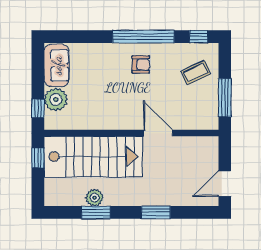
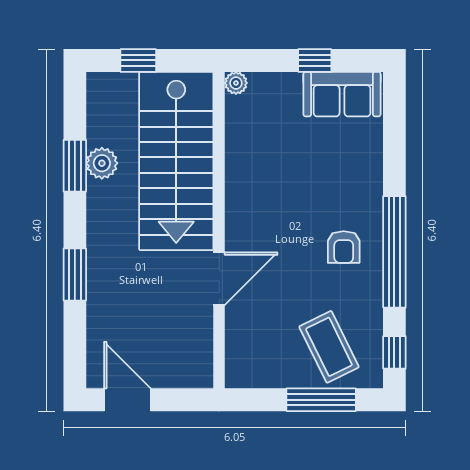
coffee table: (196, 73) -> (329, 347), width x1.36, depth x1.30
window: (225, 98) -> (321, 400), moved
plant: (56, 100) -> (236, 83), moved, width x0.53, depth x0.53
window: (38, 108) -> (315, 60), moved
window: (38, 158) -> (138, 60), moved

